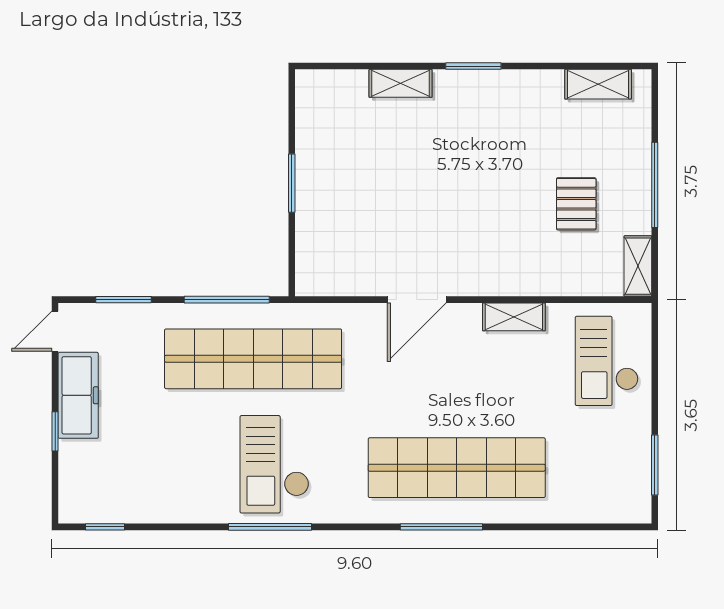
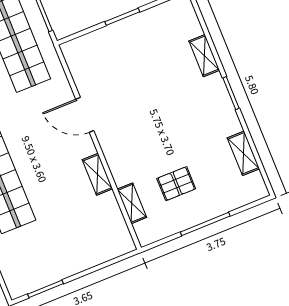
shelving: (598, 84) -> (243, 153), moved
shelving: (638, 266) -> (132, 203), moved, turned 90
checkout: (607, 361) -> (94, 237), removed

